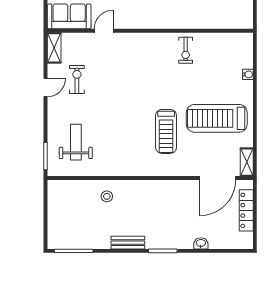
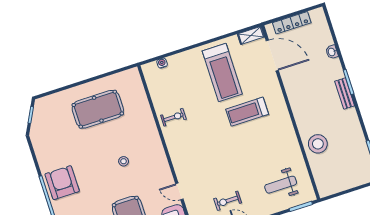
water cooler: (248, 74) -> (162, 63), moved
treadmill: (166, 131) -> (247, 112), turned 180
stool: (107, 196) -> (318, 144), width x1.89, depth x1.89
bench: (128, 243) -> (345, 93), moved

